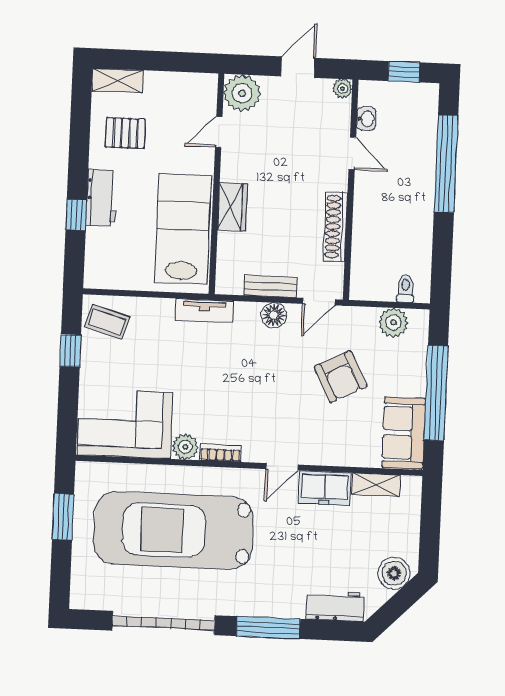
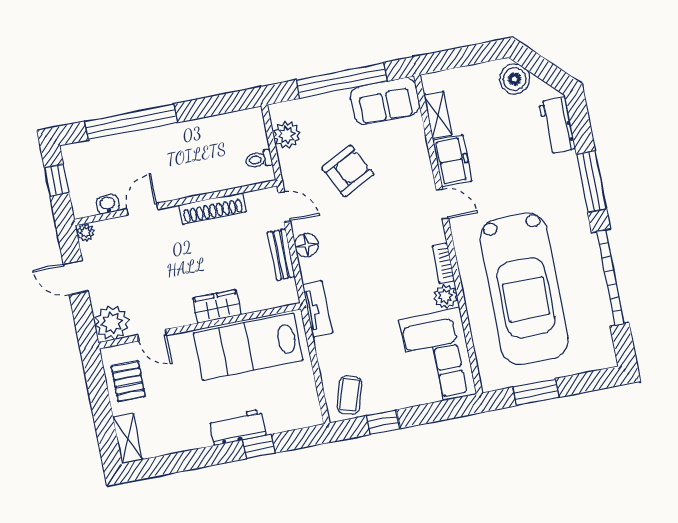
pallet: (125, 133) -> (128, 381), moved
toilet: (405, 289) -> (259, 159), moved

